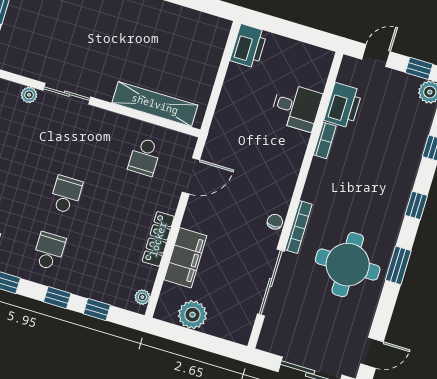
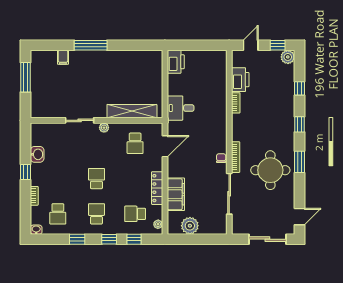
plant: (29, 95) -> (104, 128), moved
desk: (296, 107) -> (181, 108), moved, turned 180
school desk: (111, 270) -> (135, 214), added

